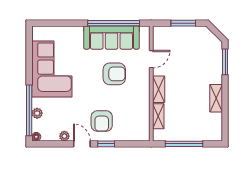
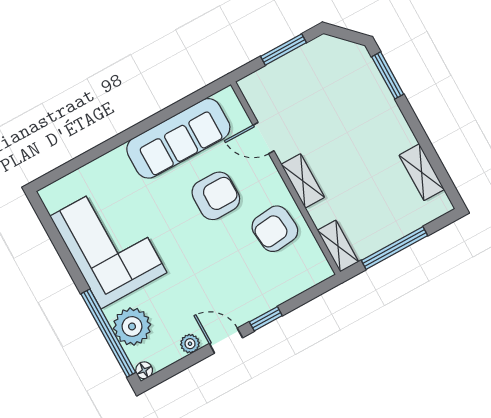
window: (114, 23) -> (169, 113), removed
door: (151, 59) -> (263, 138), swing flipped
shelving: (216, 98) -> (422, 172), moved
plant: (37, 113) -> (132, 326), width x1.88, depth x1.88
shelving: (158, 116) -> (338, 246), moved
armchair: (102, 121) -> (275, 229), moved, turned 84

